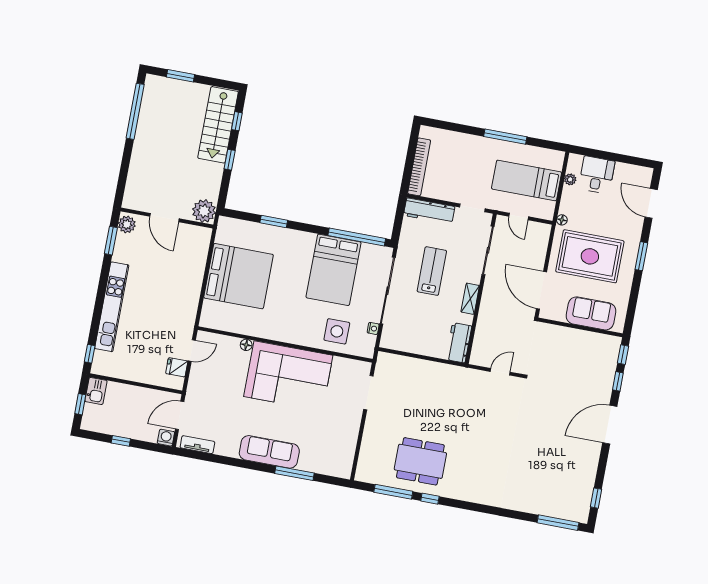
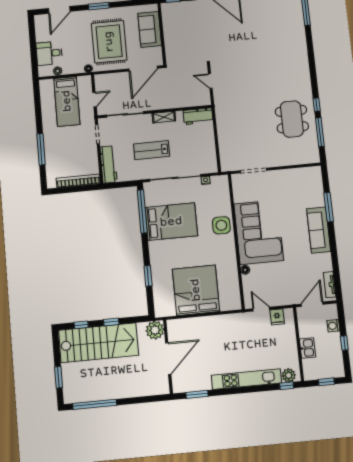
stairs: (218, 125) -> (98, 343), width x1.36, depth x1.51
window: (505, 137) -> (41, 149), moved
door: (164, 218) -> (168, 359), width x1.36
plant: (127, 224) -> (289, 375), moved
side table: (337, 331) -> (221, 225), moved
kitchen sink: (96, 391) -> (307, 348), moved, turned 90
door: (180, 415) -> (312, 304), swing flipped
washing machine: (166, 438) -> (333, 326), moved

